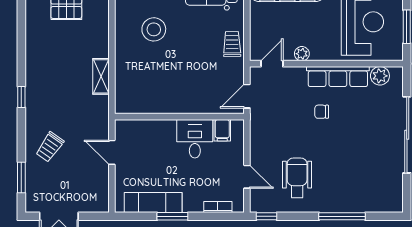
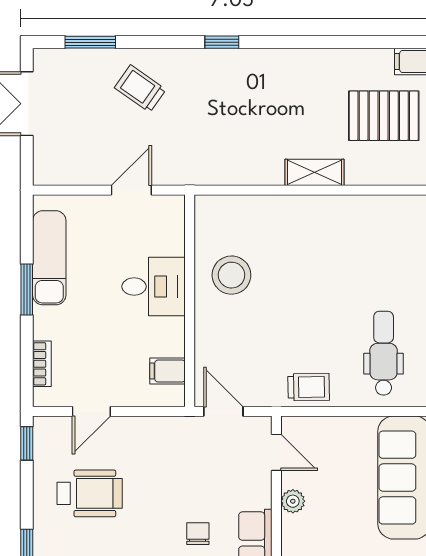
stool: (154, 29) -> (231, 275), moved
shelving: (101, 76) -> (315, 172), moved
desk: (195, 139) -> (154, 287), moved

